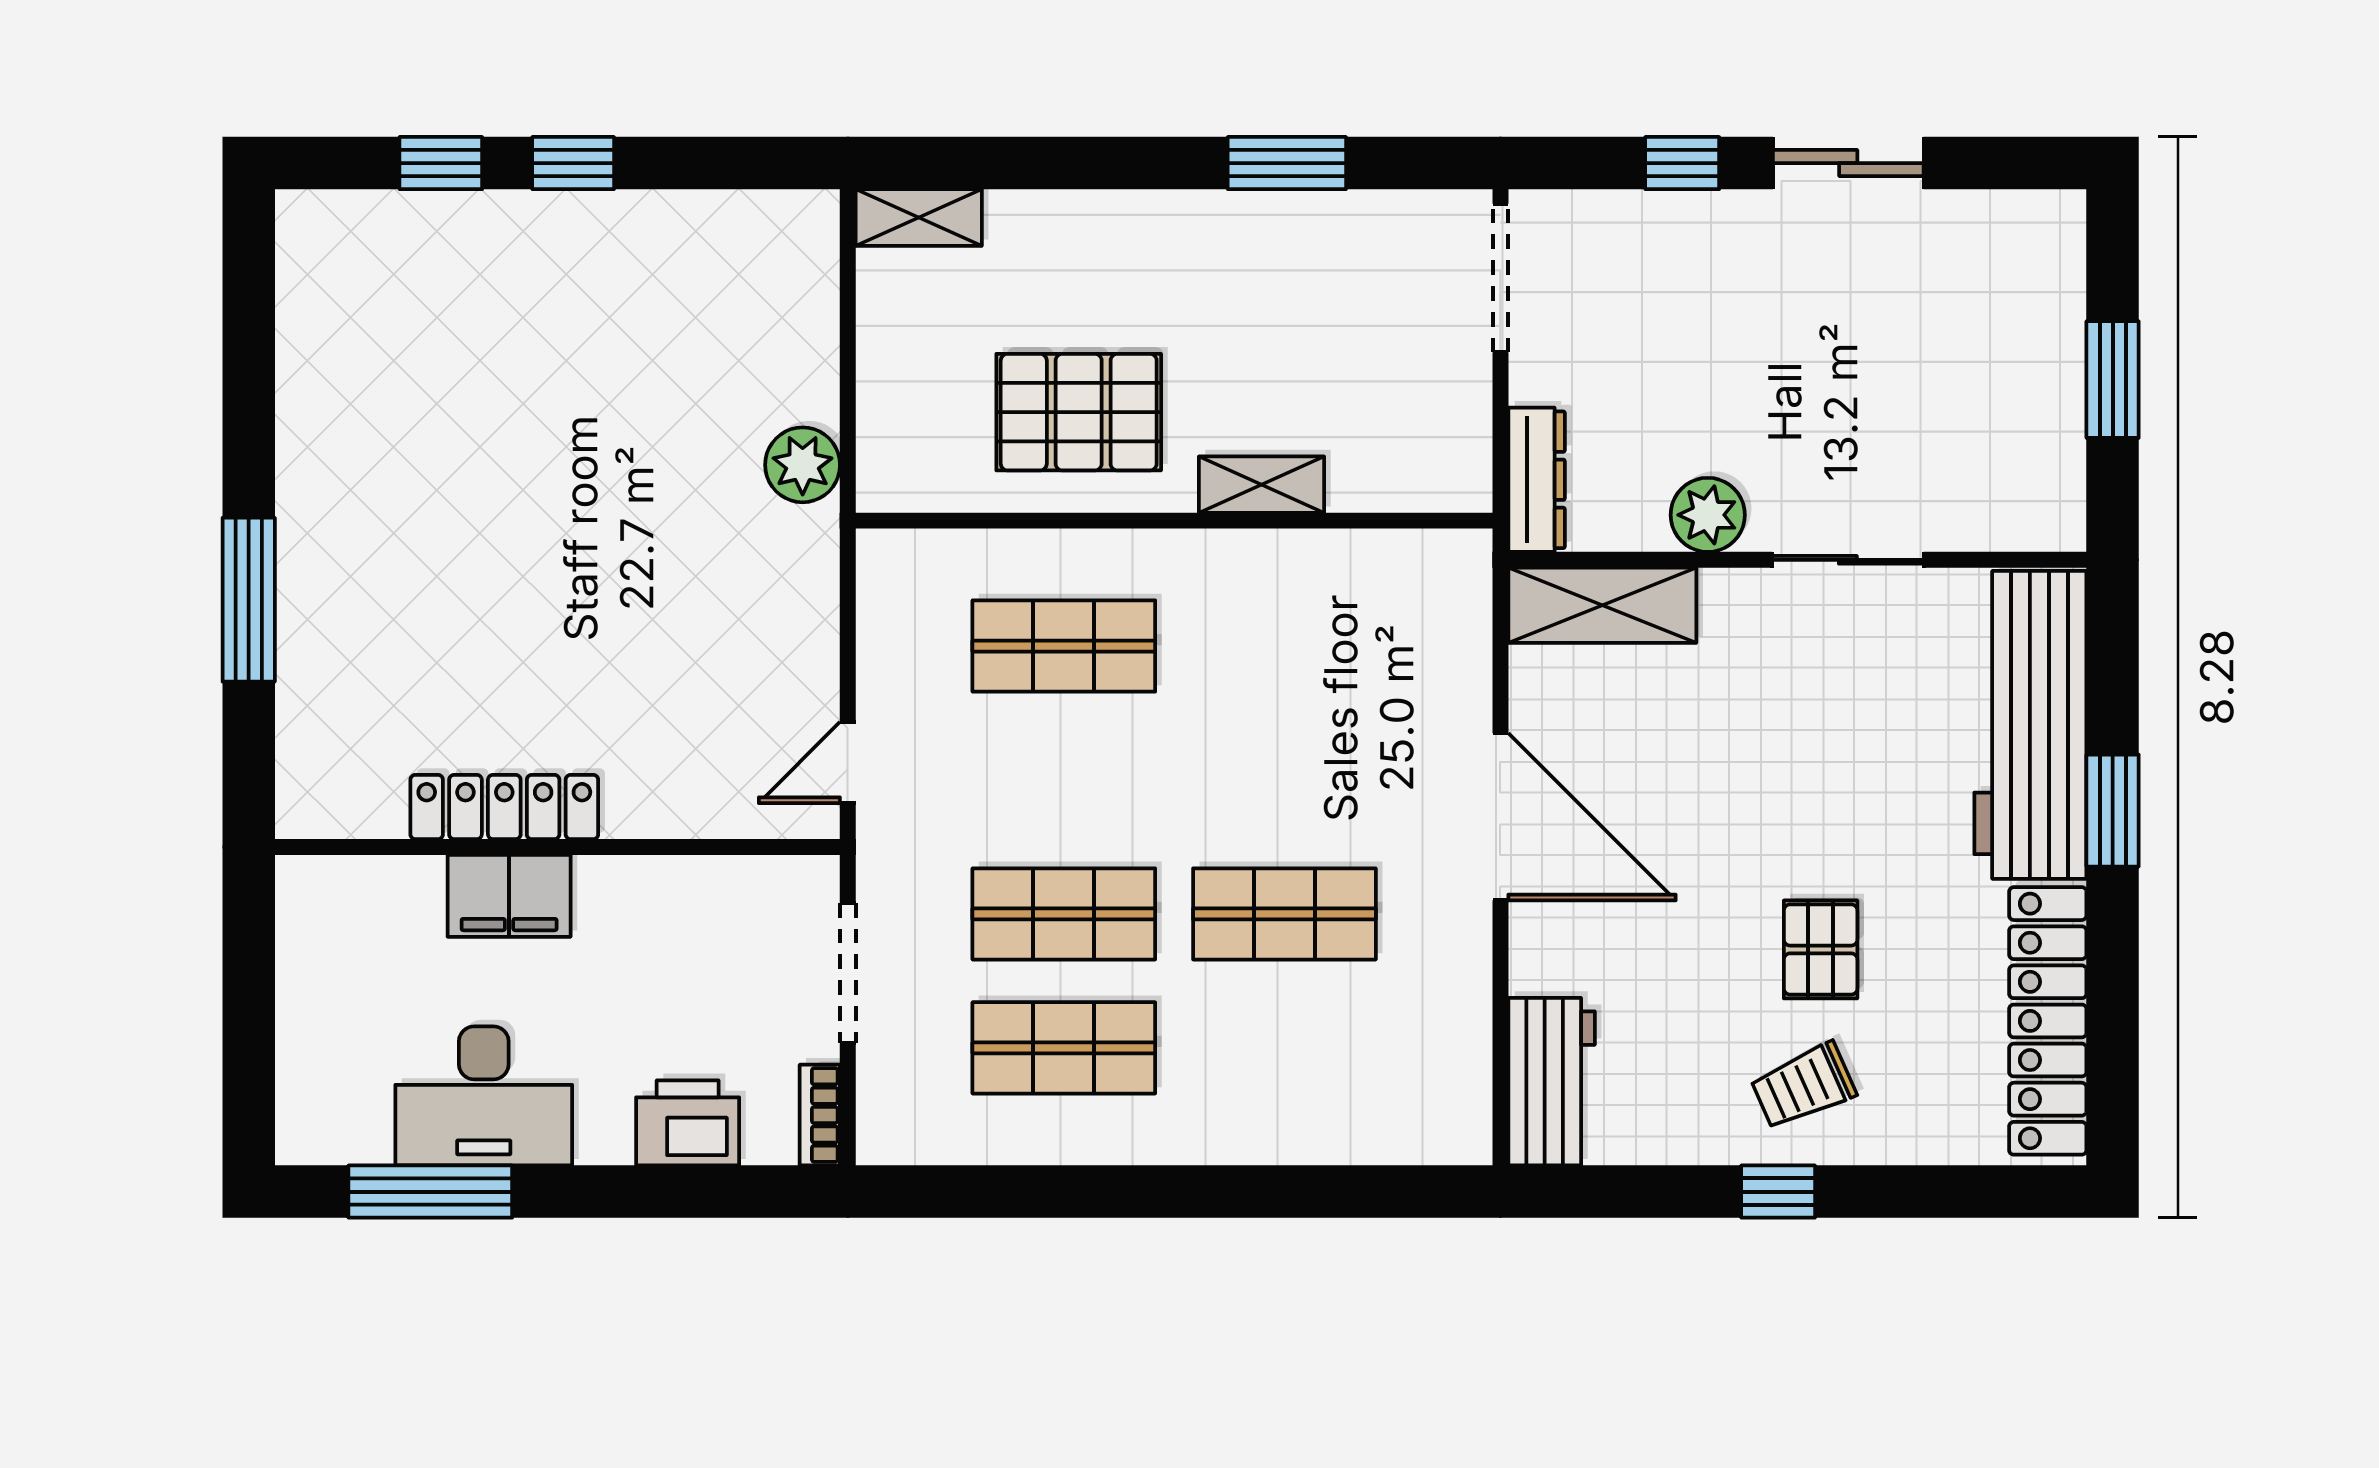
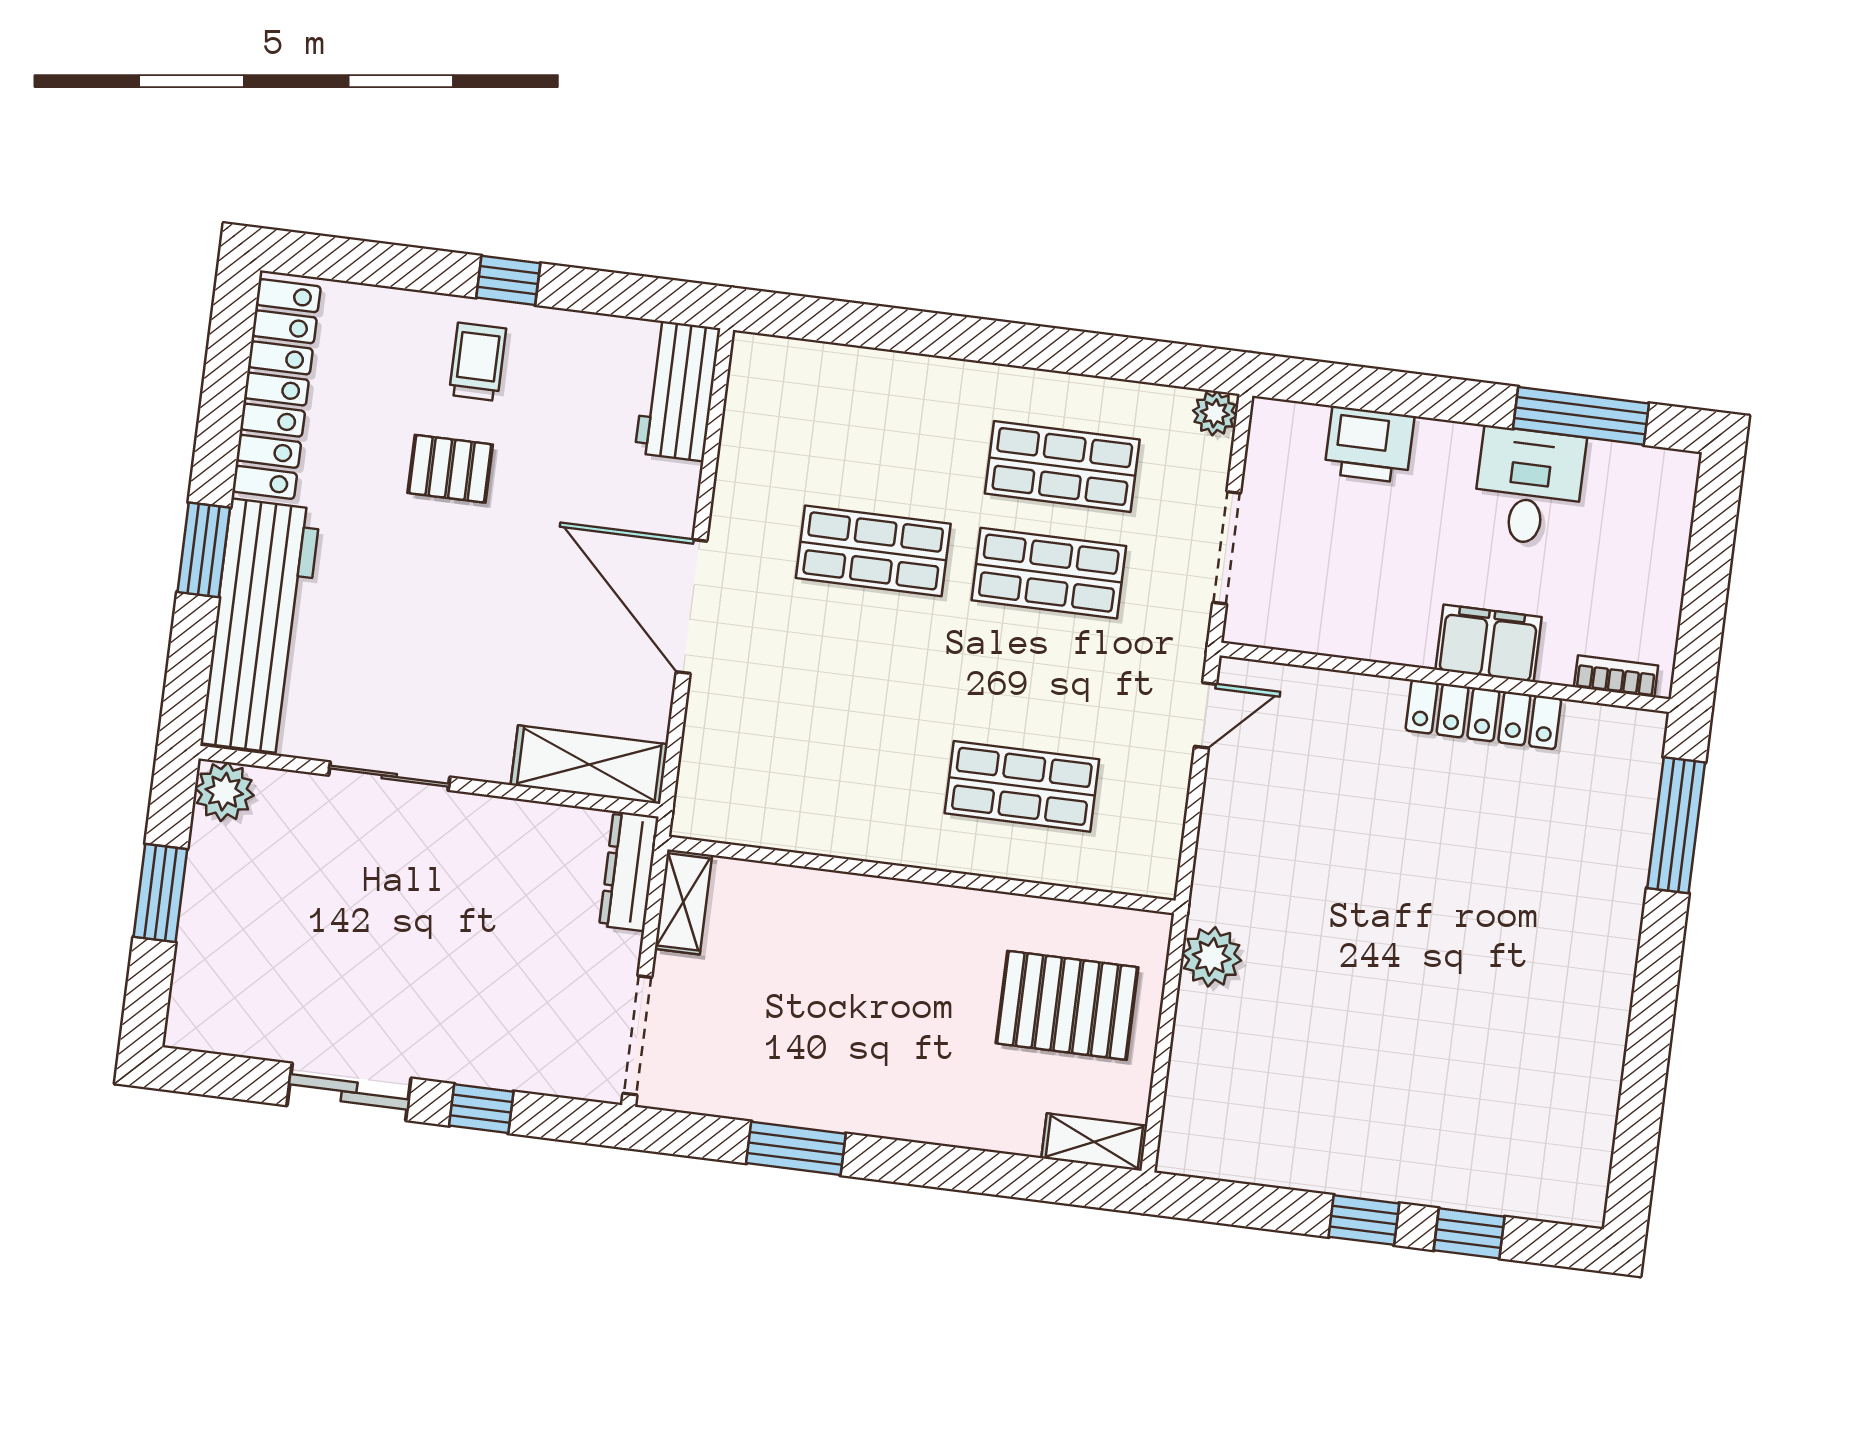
pallet: (1079, 412) -> (1067, 1005), moved
shelving: (1262, 485) -> (683, 902), moved, turned 90
plant: (1708, 515) -> (224, 792), moved
window: (249, 600) -> (1676, 825), moved
pallet: (1821, 949) -> (450, 469), turned 90
trolley: (1803, 1086) -> (478, 362), turned -66
desk: (484, 1096) -> (1529, 487), width x0.73
bookcase: (820, 1115) -> (1616, 676), moved, turned -90
plant: (883, 1138) -> (1215, 413), added

